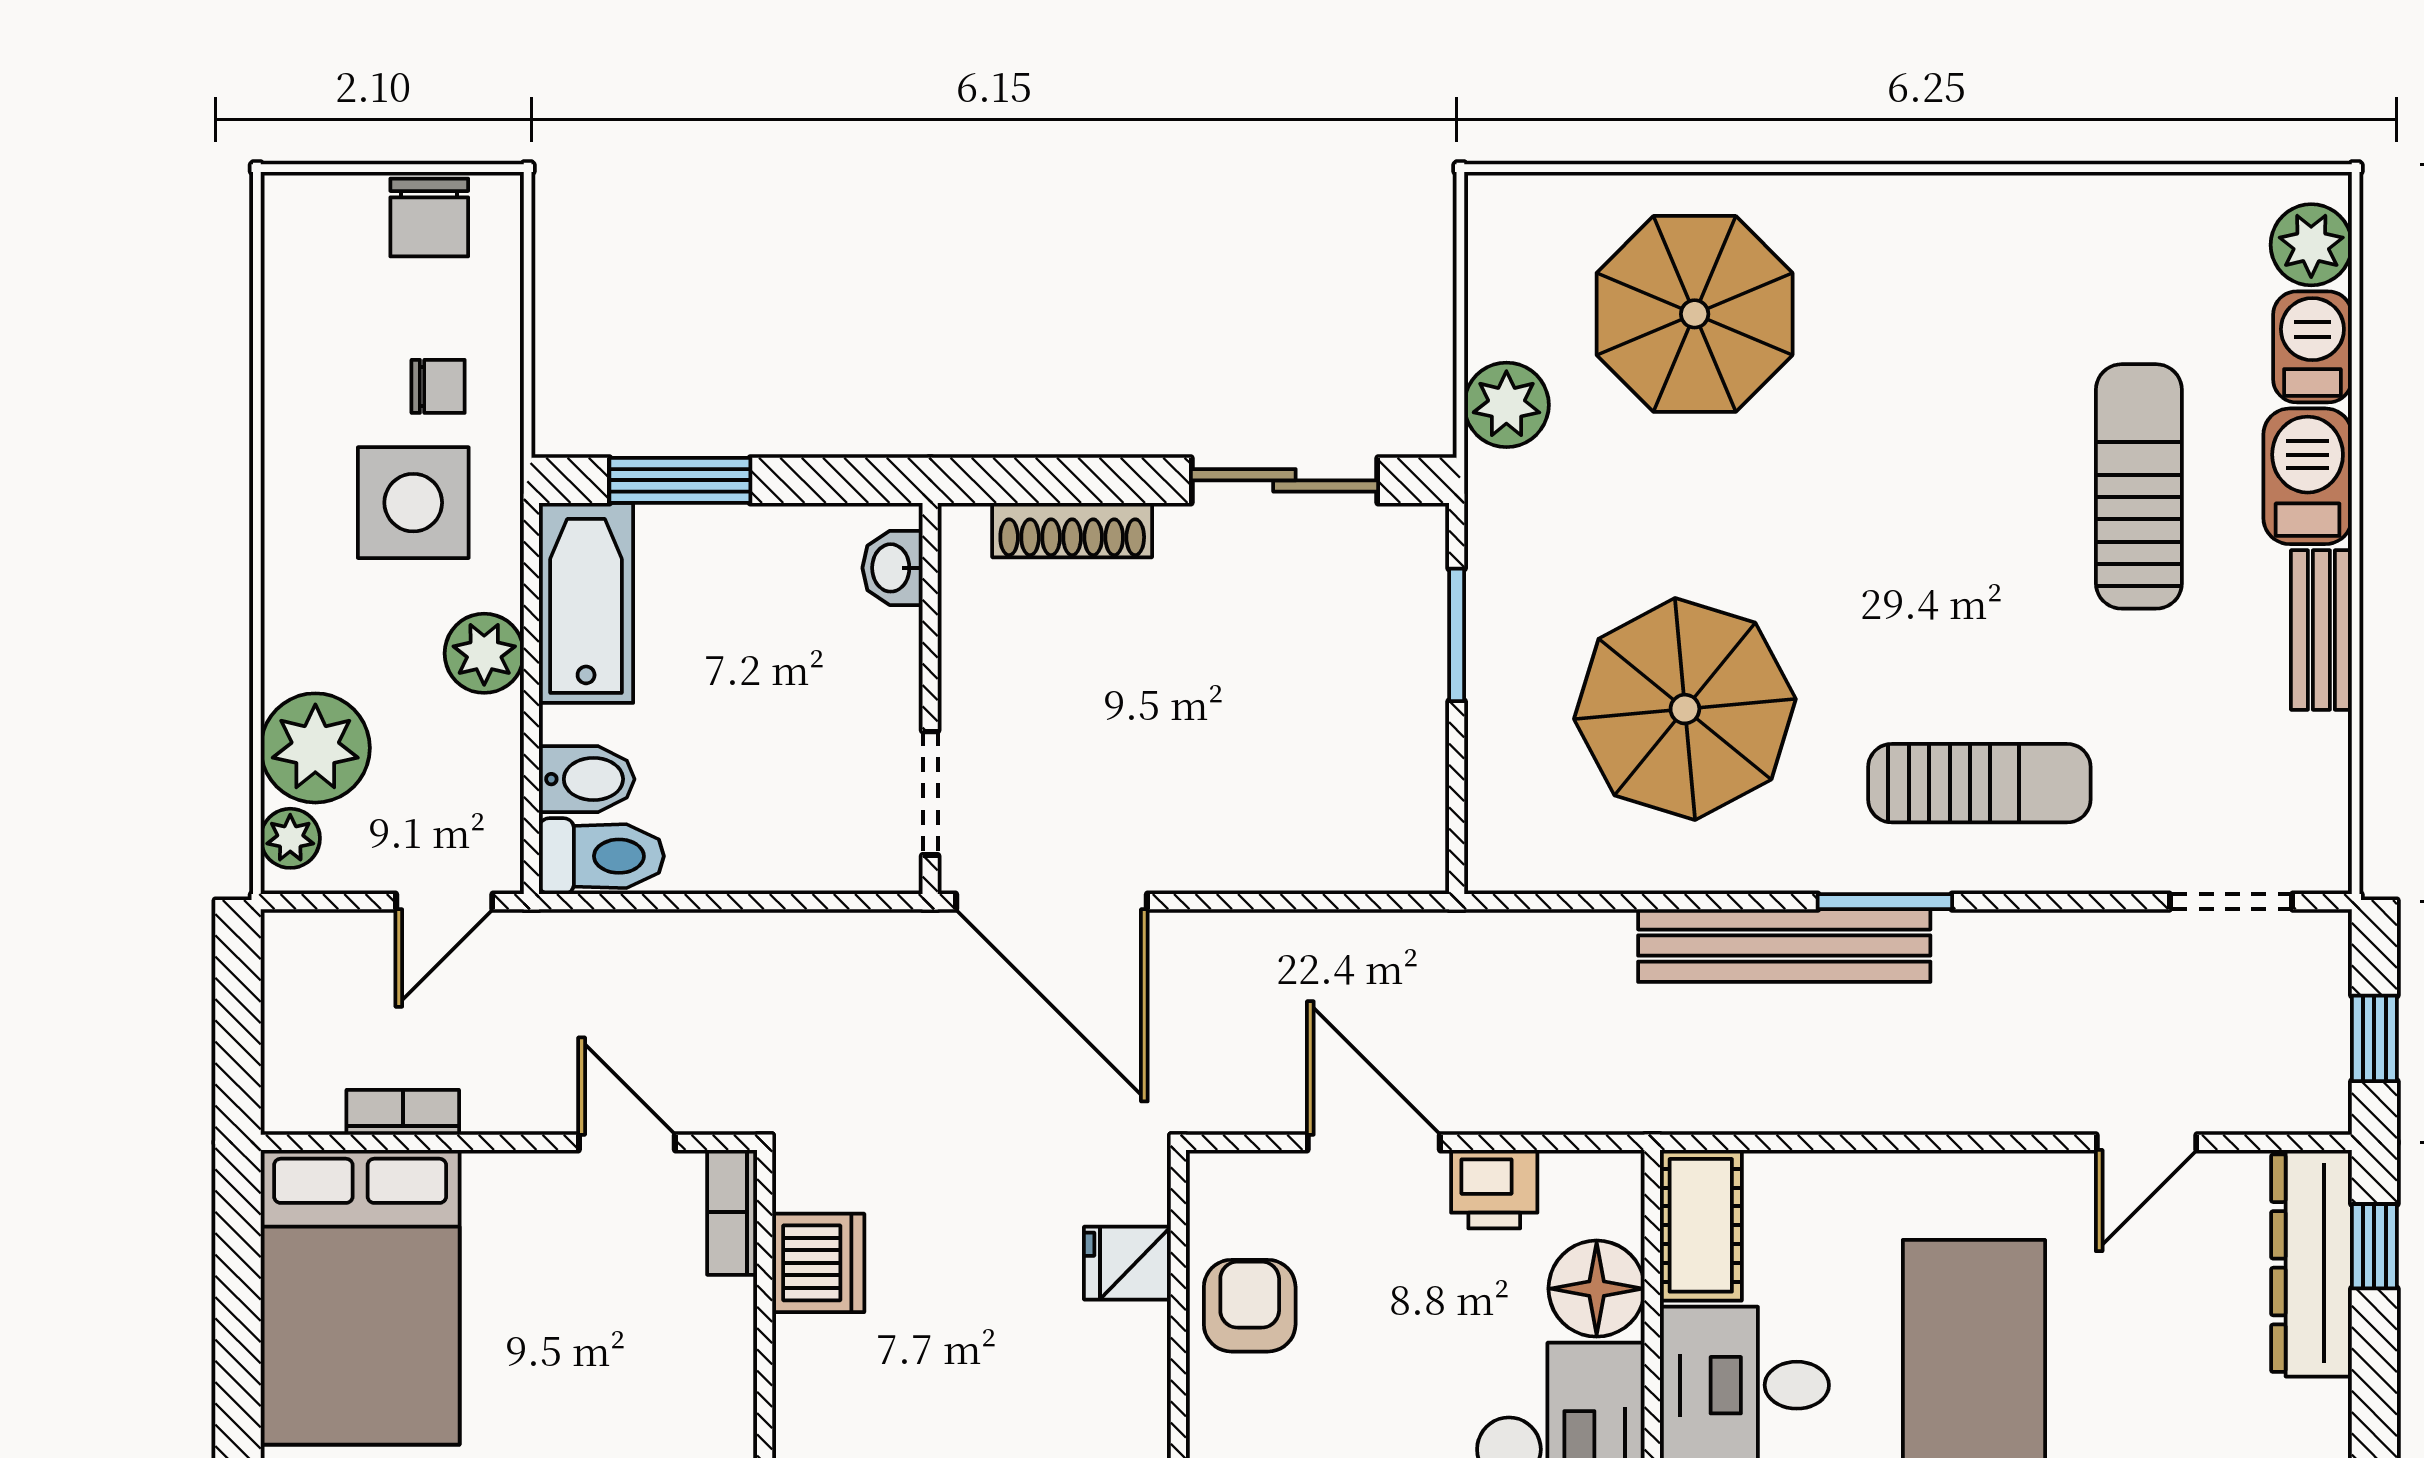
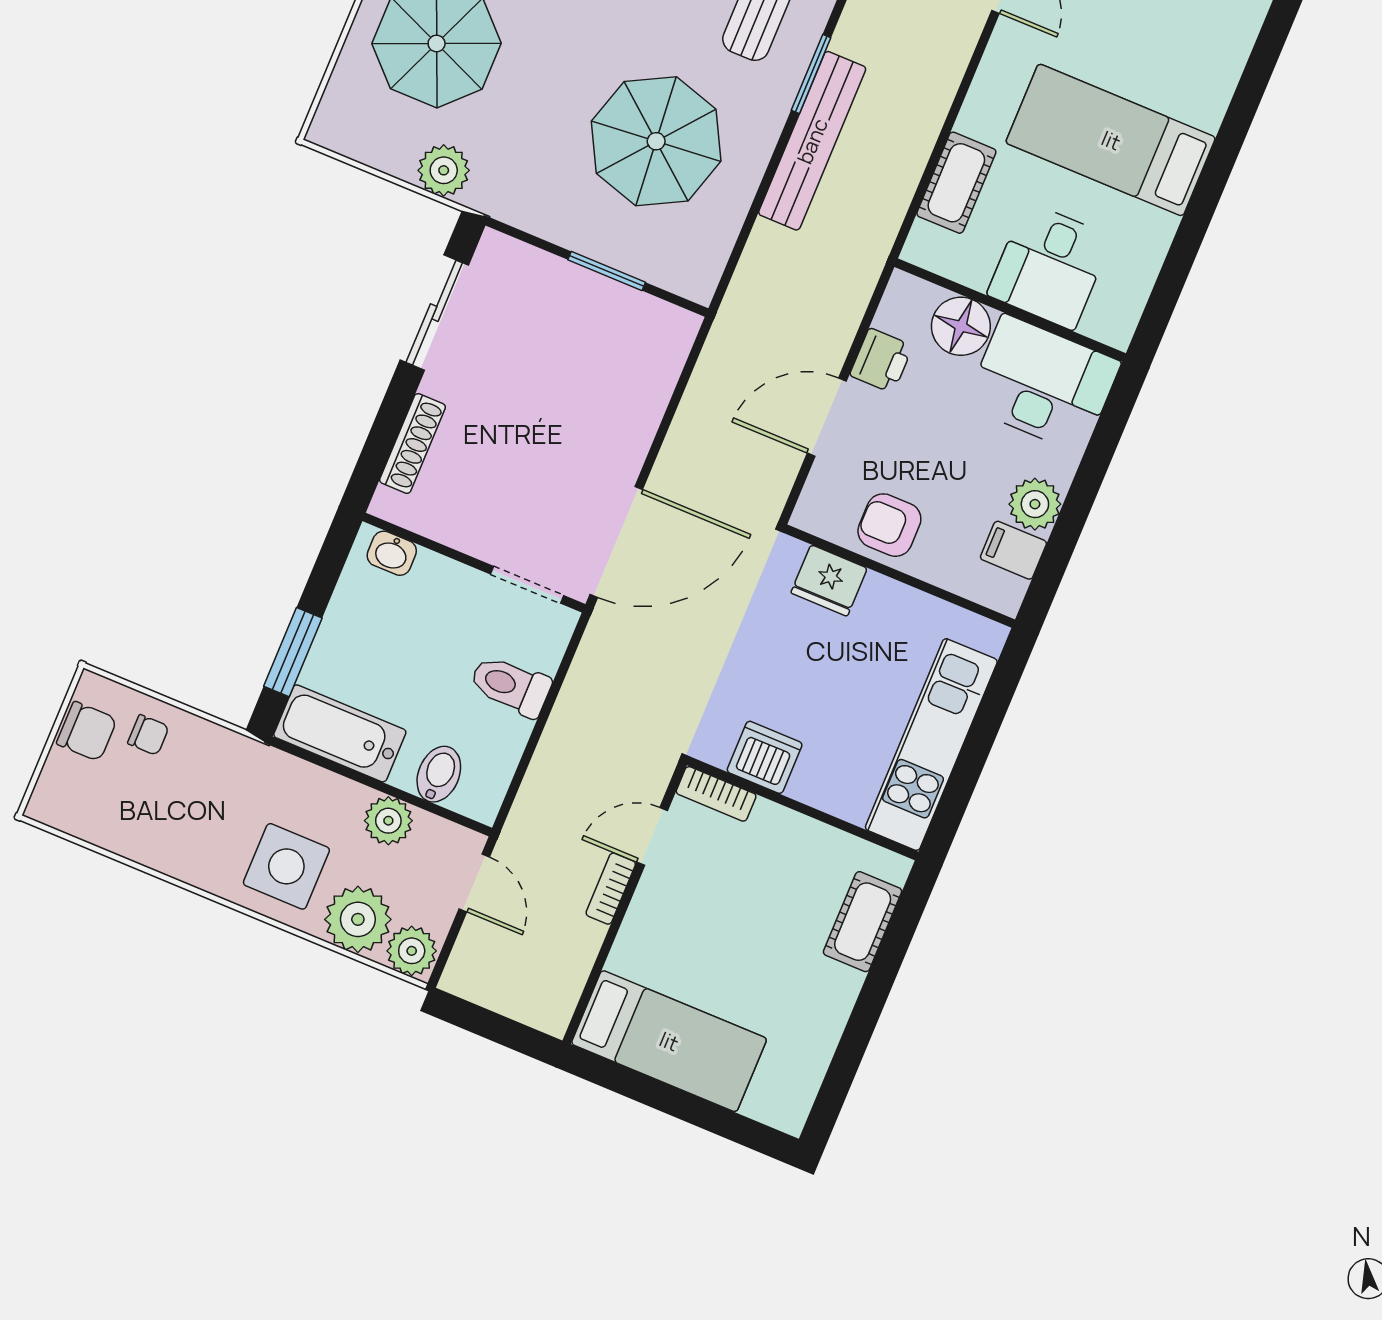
chair: (438, 386) -> (148, 735), moved, turned 90
side table: (413, 503) -> (286, 866), moved
window: (1457, 635) -> (607, 271), moved
plant: (484, 653) -> (388, 821), moved
plant: (290, 838) -> (412, 951), width x1.38, depth x1.38
toilet: (601, 856) -> (510, 686), moved, turned -90
bookcase: (403, 1112) -> (611, 889), moved
cot: (1701, 1225) -> (956, 183), moved, turned 90
fridge: (1127, 1263) -> (829, 580), width x1.38
bed: (360, 1297) -> (669, 1041), width x0.67

